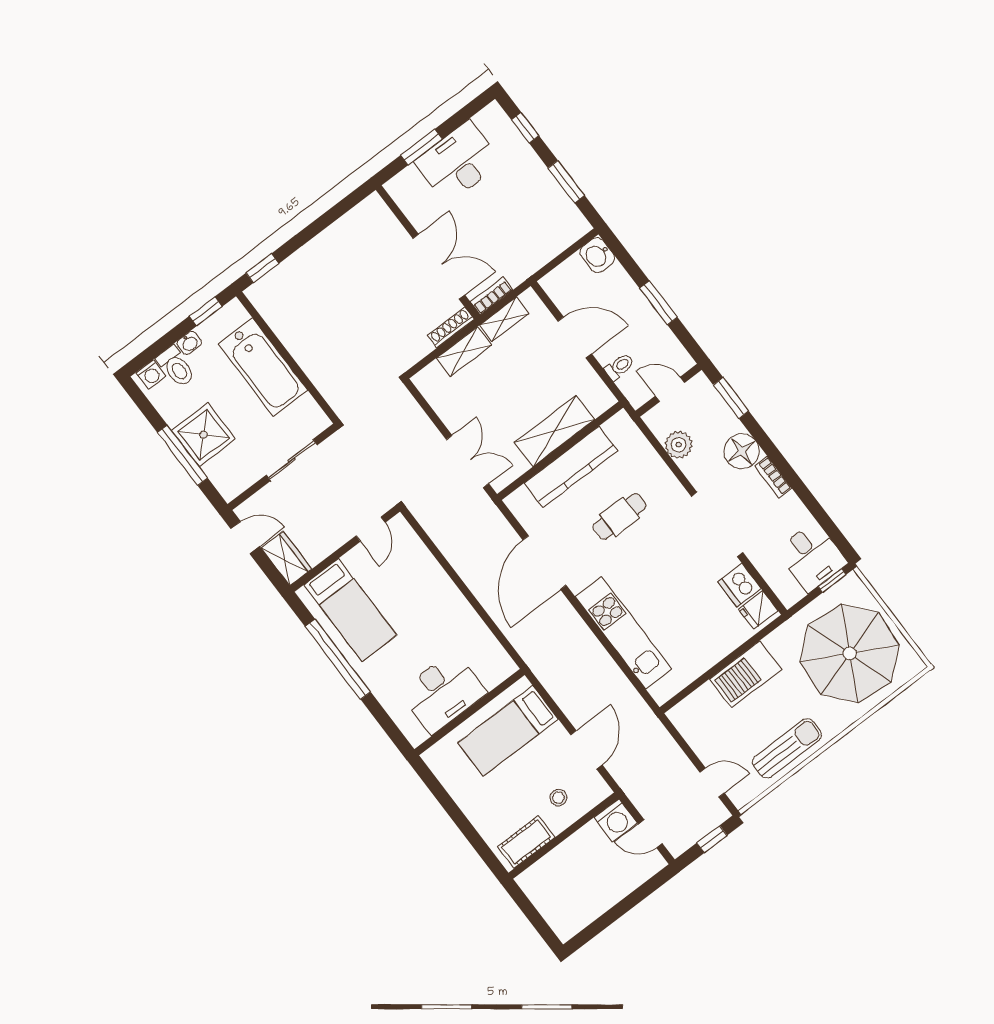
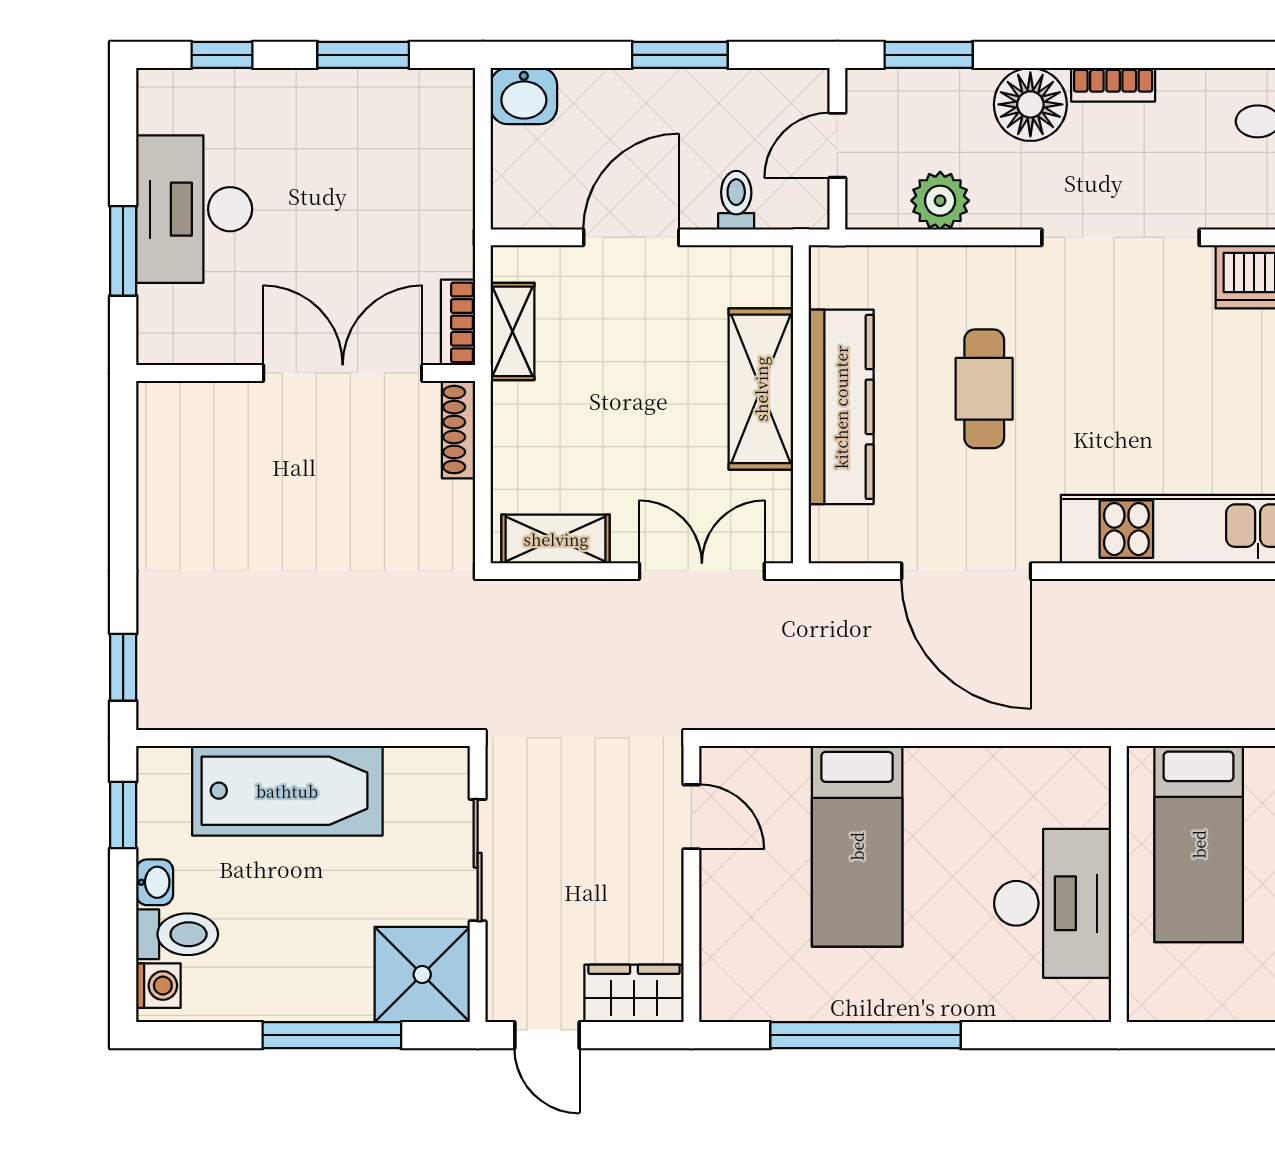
shelving: (464, 351) -> (556, 539), moved, turned 90
shower: (203, 435) -> (422, 974), moved
door: (245, 537) -> (547, 1035), swing flipped
bed: (350, 610) -> (857, 846), moved, turned 90

